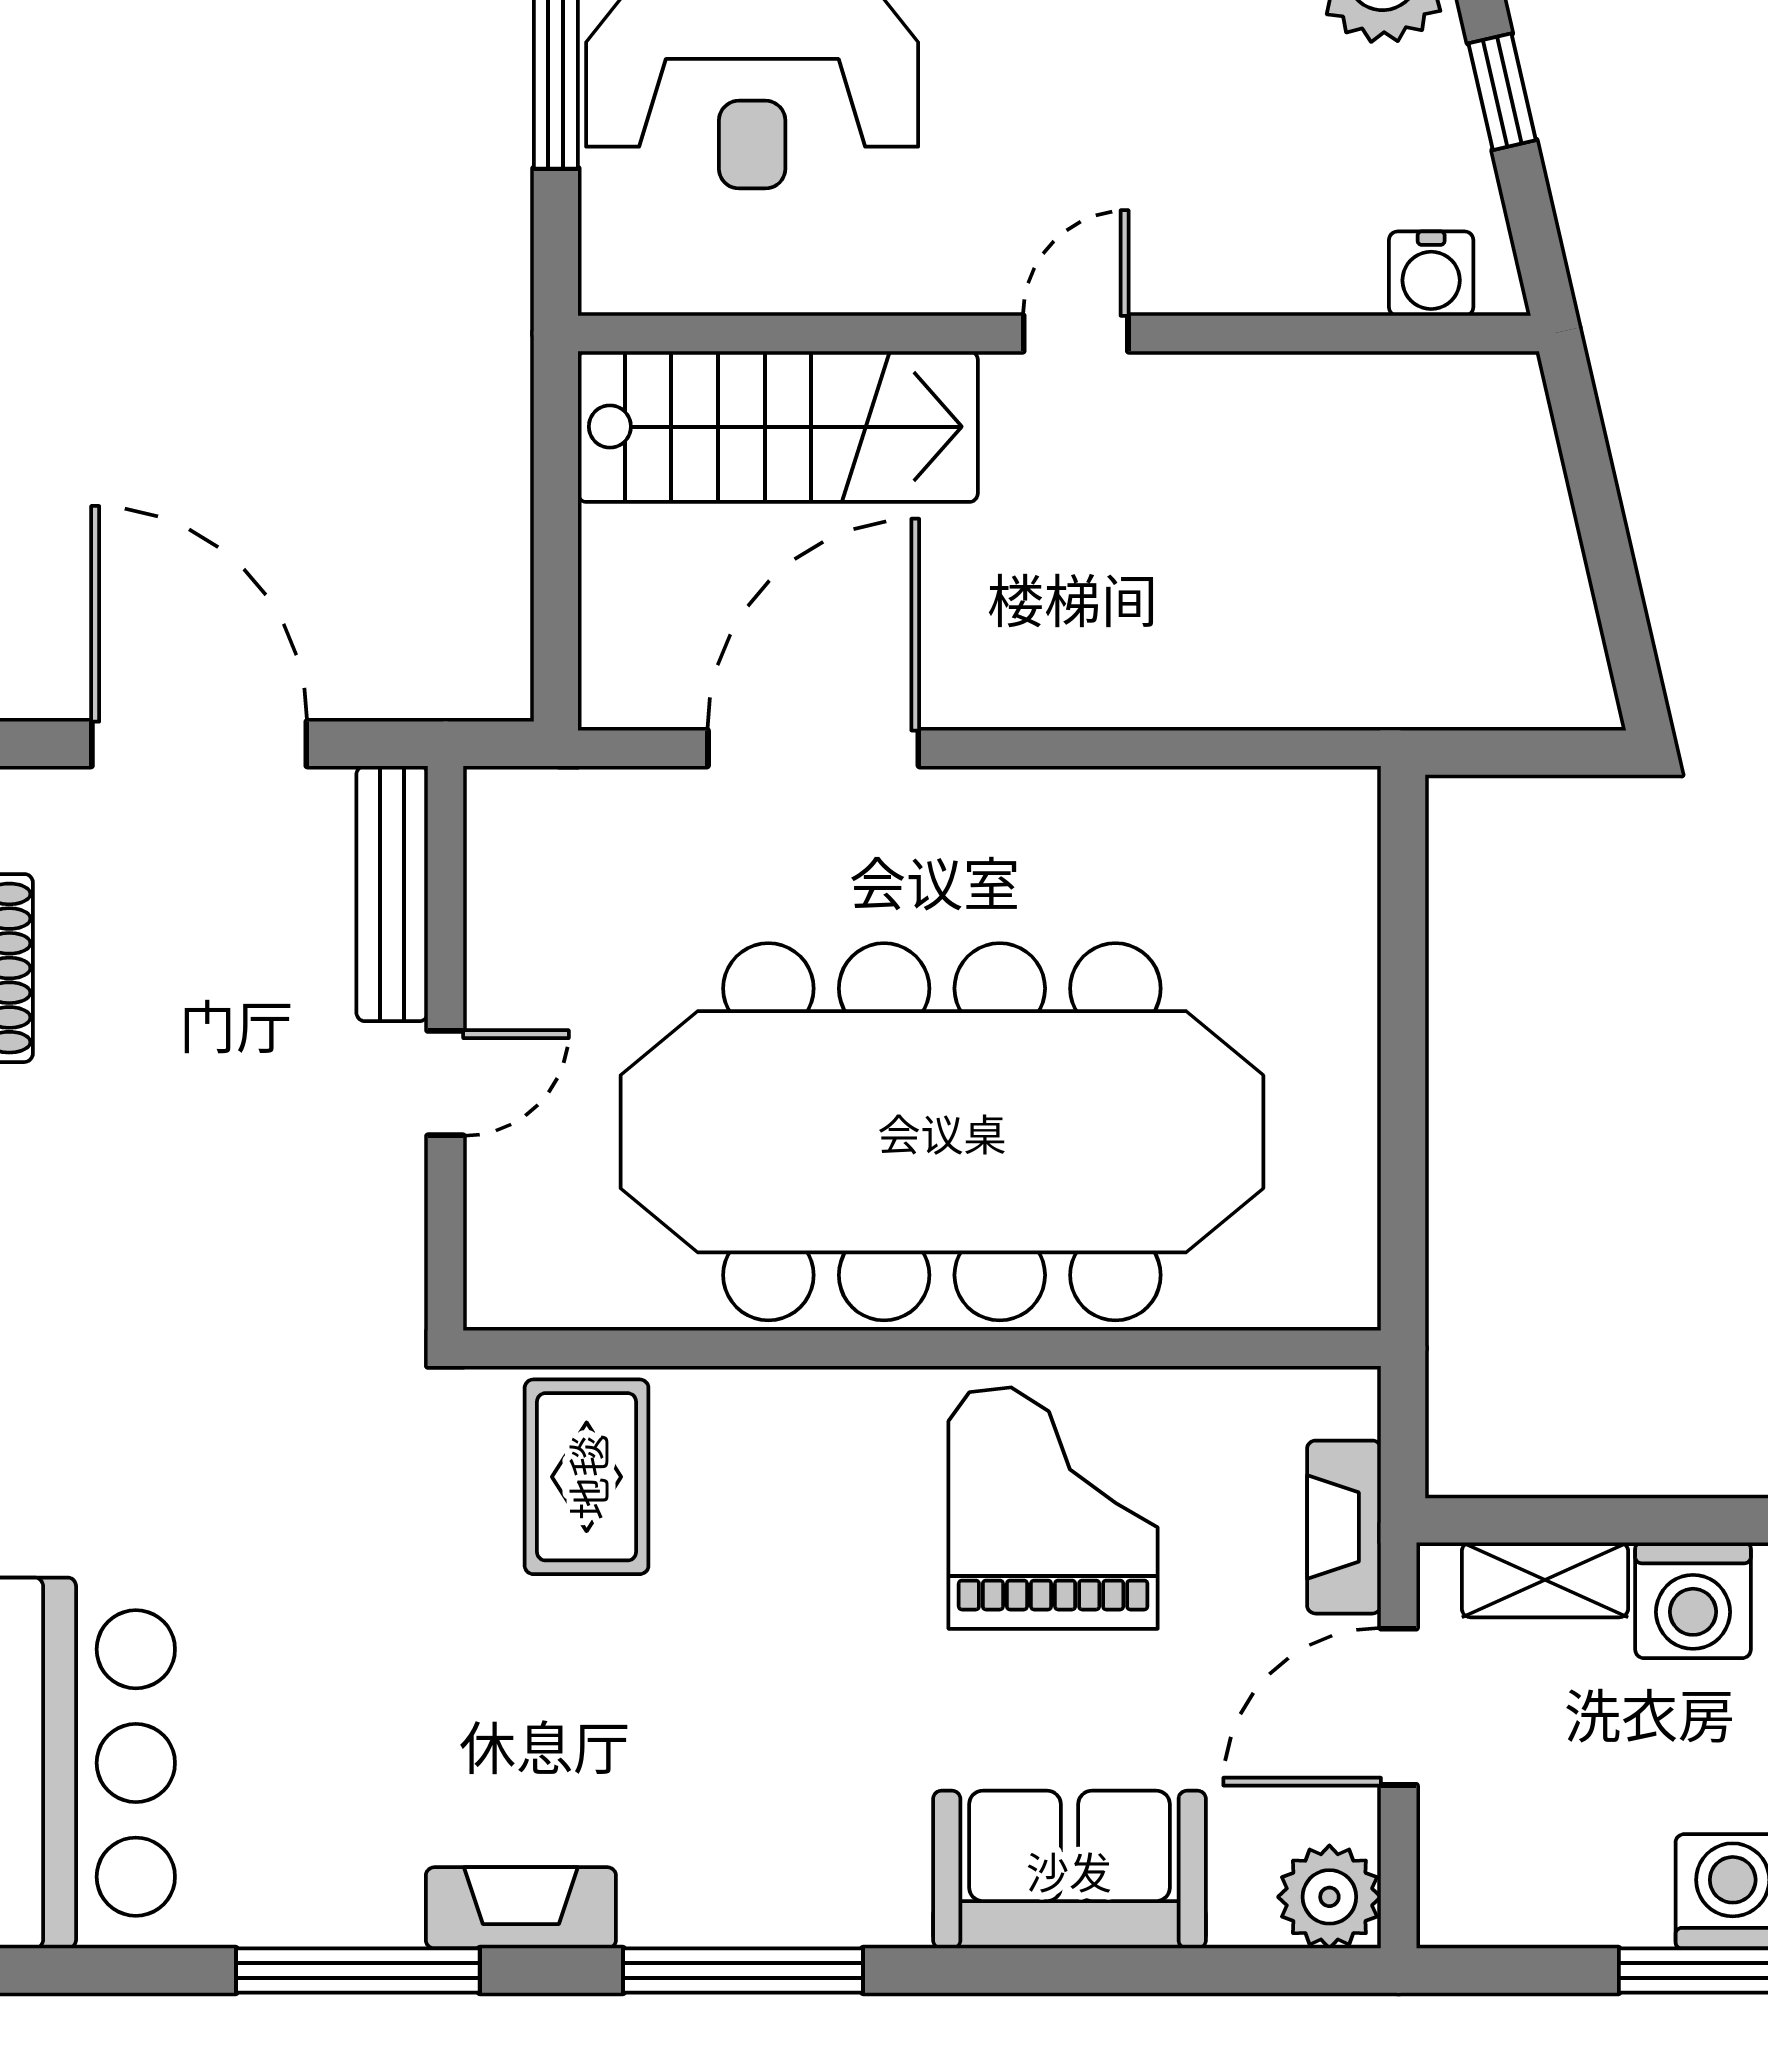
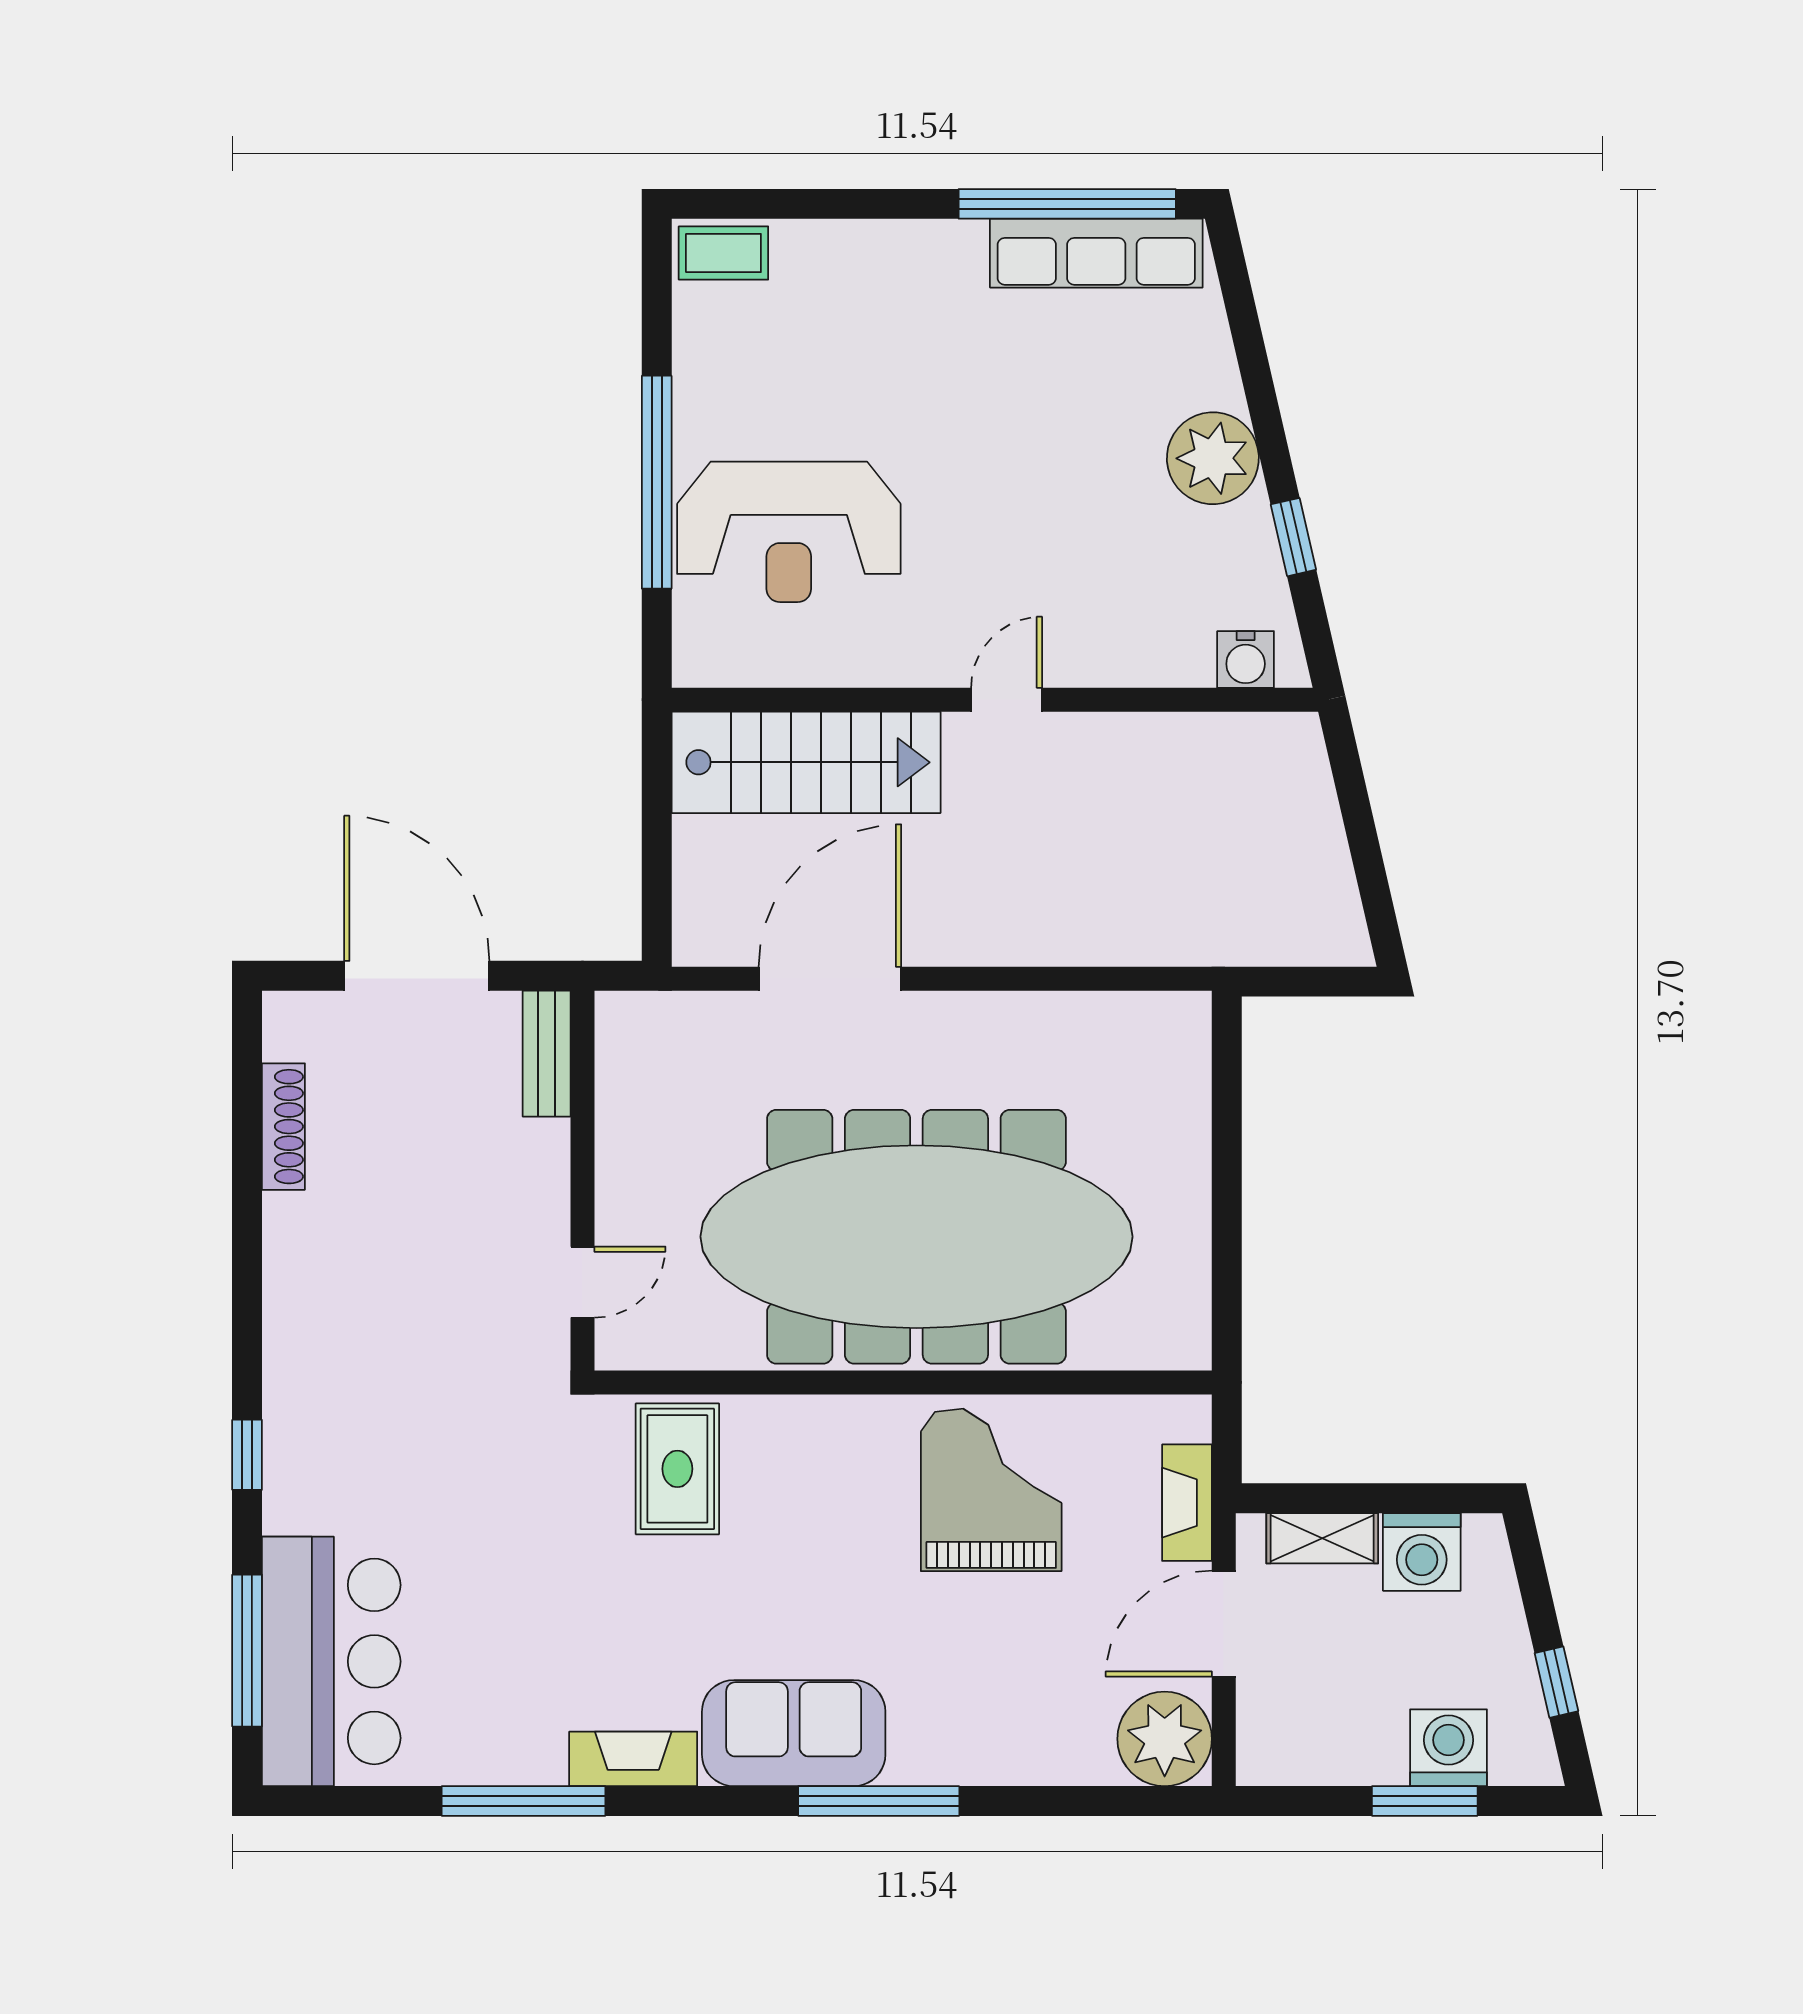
bench: (392, 894) -> (547, 1054), width x0.73
door: (446, 1083) -> (582, 1282), moved
sofa: (1069, 1870) -> (794, 1733), moved
plant: (1329, 1897) -> (1165, 1739), width x1.36, depth x1.36
window: (743, 1970) -> (879, 1801), moved

